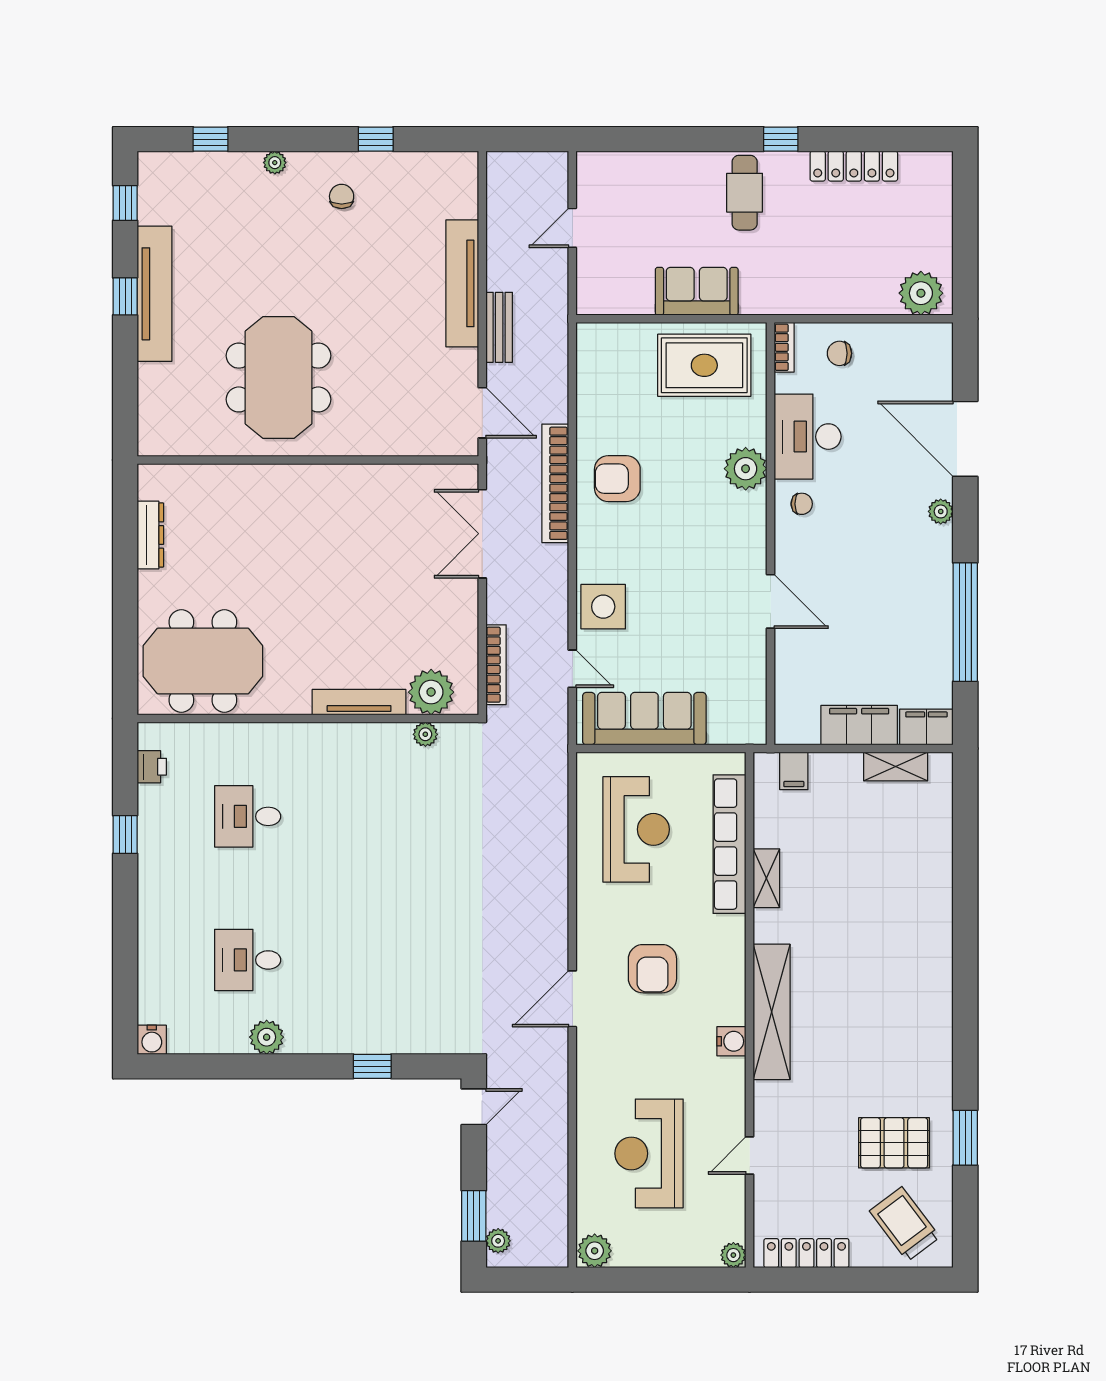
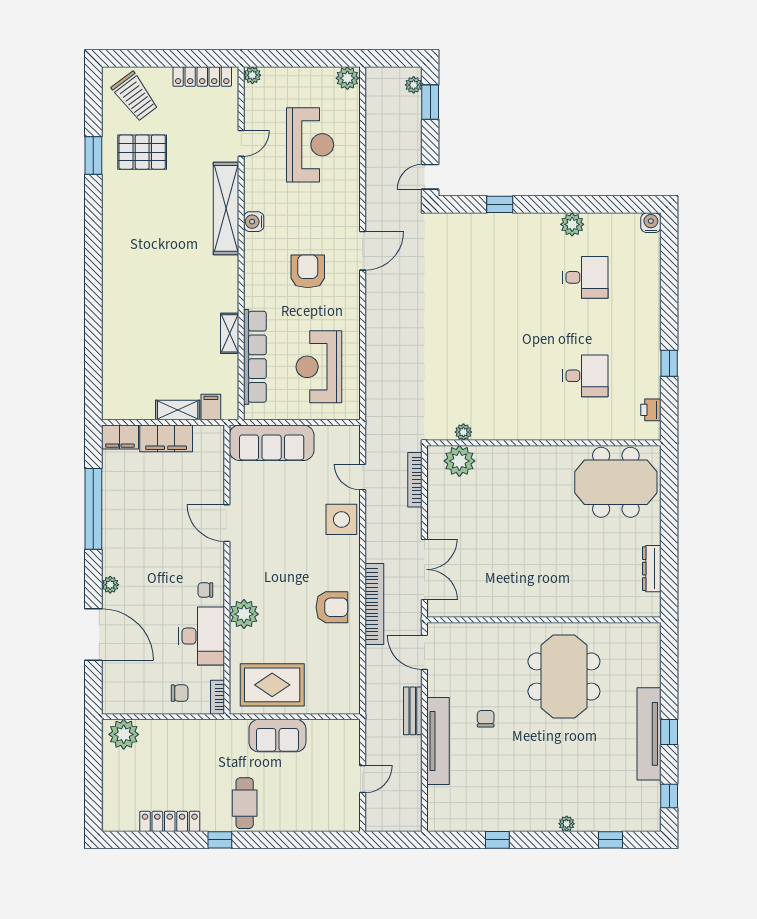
chair: (342, 196) -> (486, 719), moved, turned 180
tv unit: (359, 702) -> (509, 454), removed
sofa: (644, 719) -> (272, 443), moved
shelving: (896, 766) -> (178, 410), moved
shelving: (772, 1012) -> (226, 208), moved

